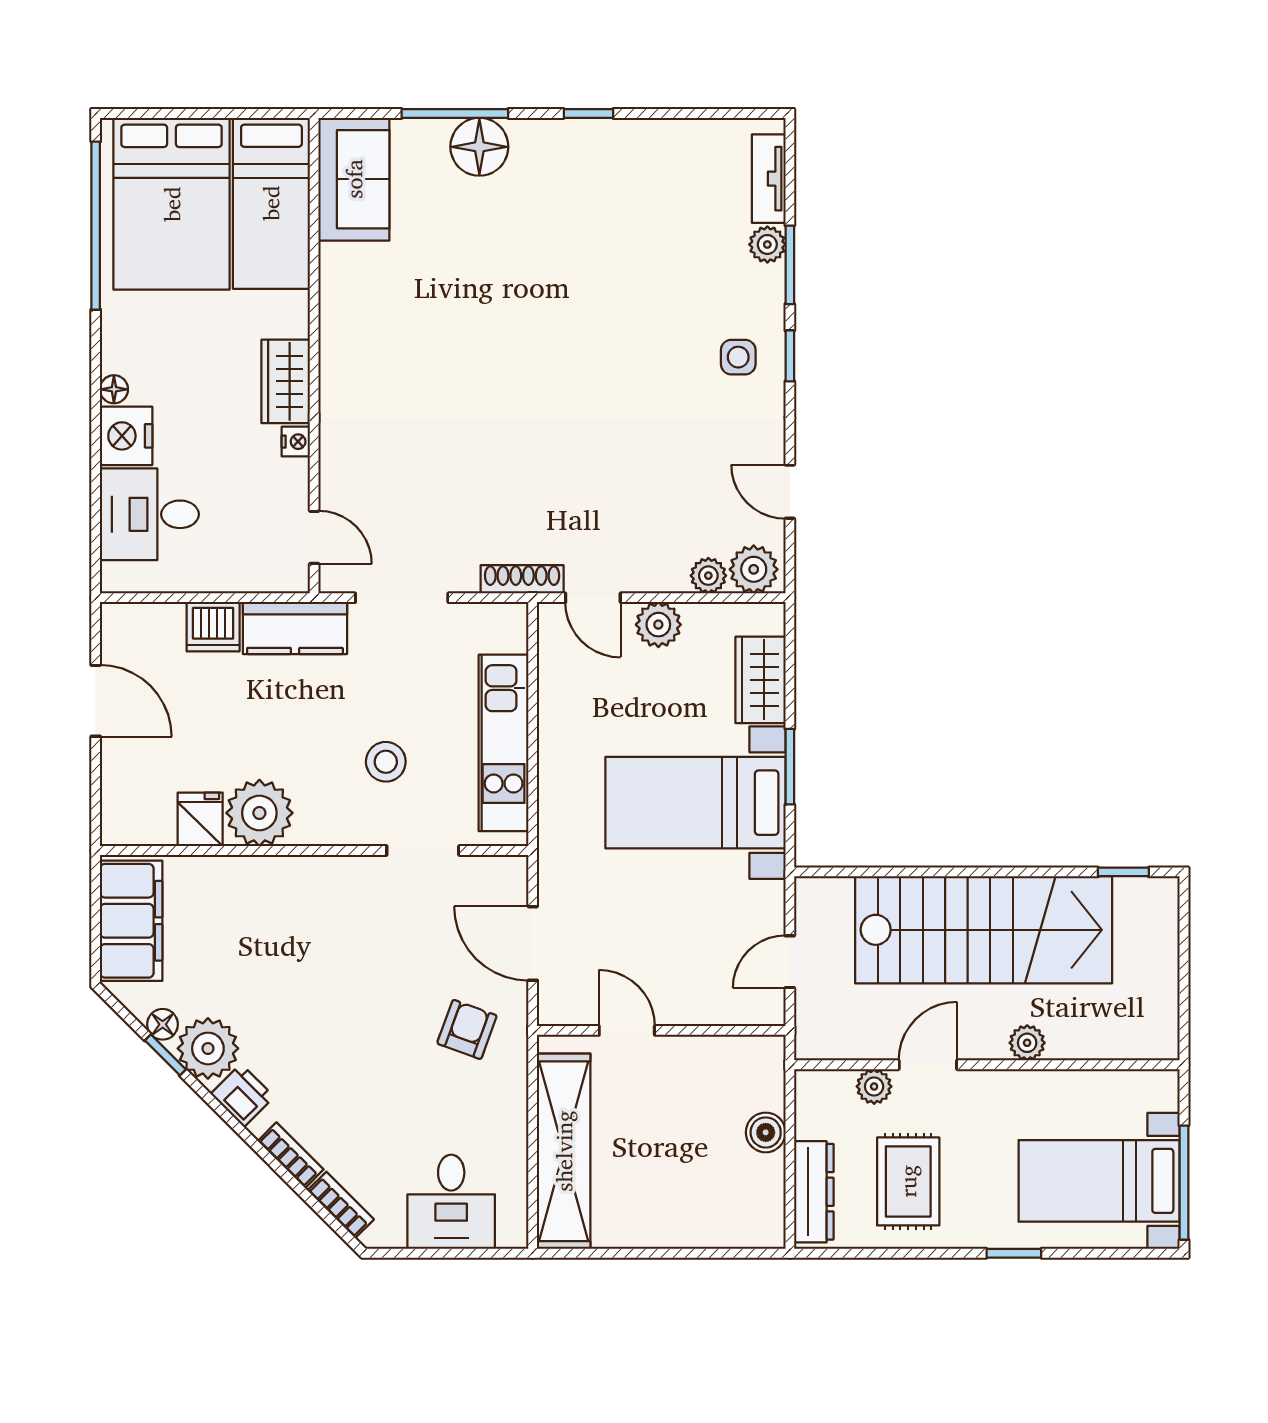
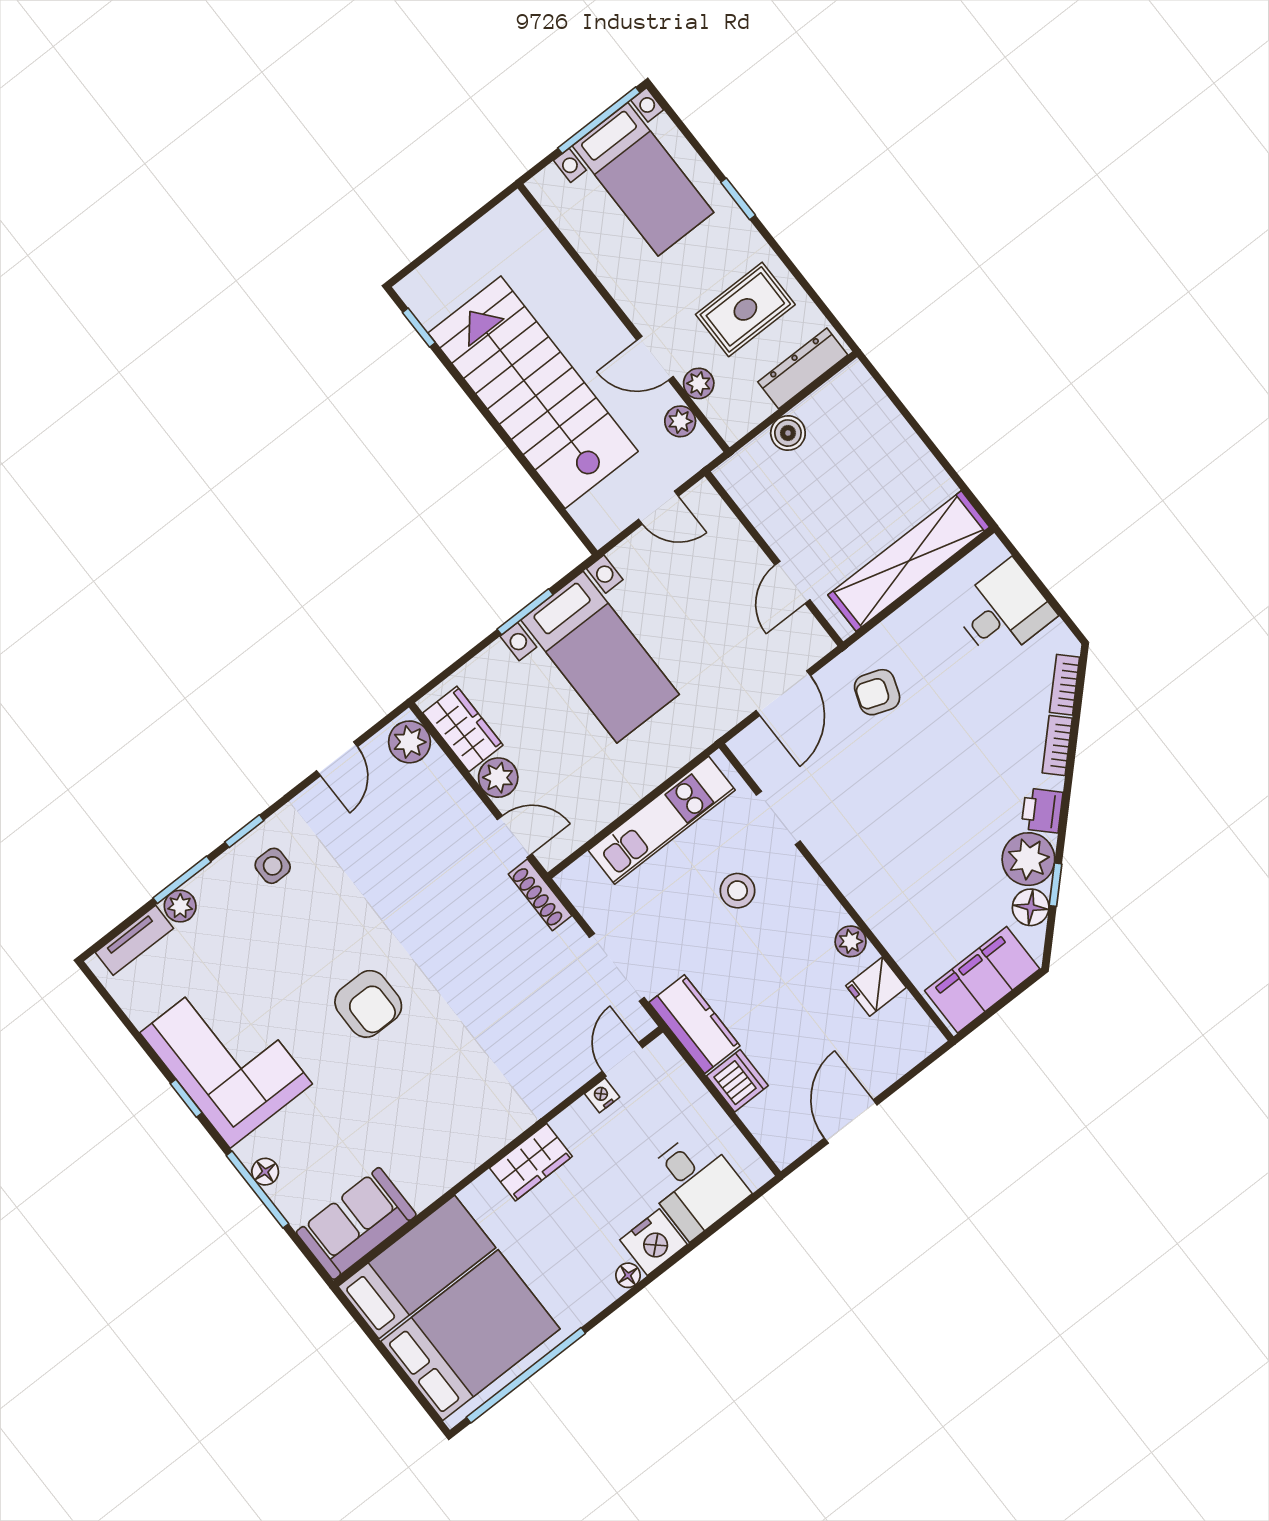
floor lamp: (479, 147) -> (265, 1172), width x0.53, depth x0.53
corner sofa: (596, 178) -> (226, 1058), added
armchair: (545, 346) -> (368, 1004), added
nightstand: (296, 442) -> (602, 1095), moved
plant: (708, 576) -> (438, 770), removed
door: (593, 598) -> (515, 837), hinge flipped
wardrobe: (760, 680) -> (463, 729), moved, turned -90
plant: (259, 813) -> (851, 941), width x0.53, depth x0.53
floor lamp: (163, 1024) -> (1031, 907), width x1.37, depth x1.37
plant: (1027, 1043) -> (680, 421), moved

